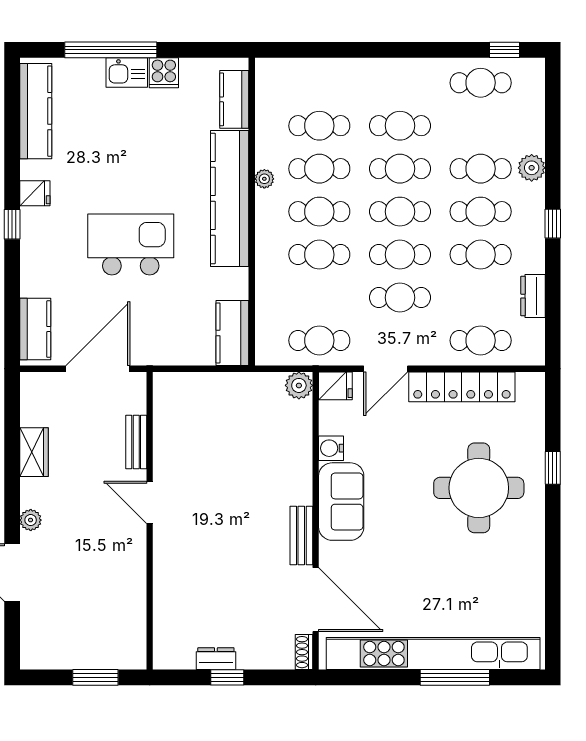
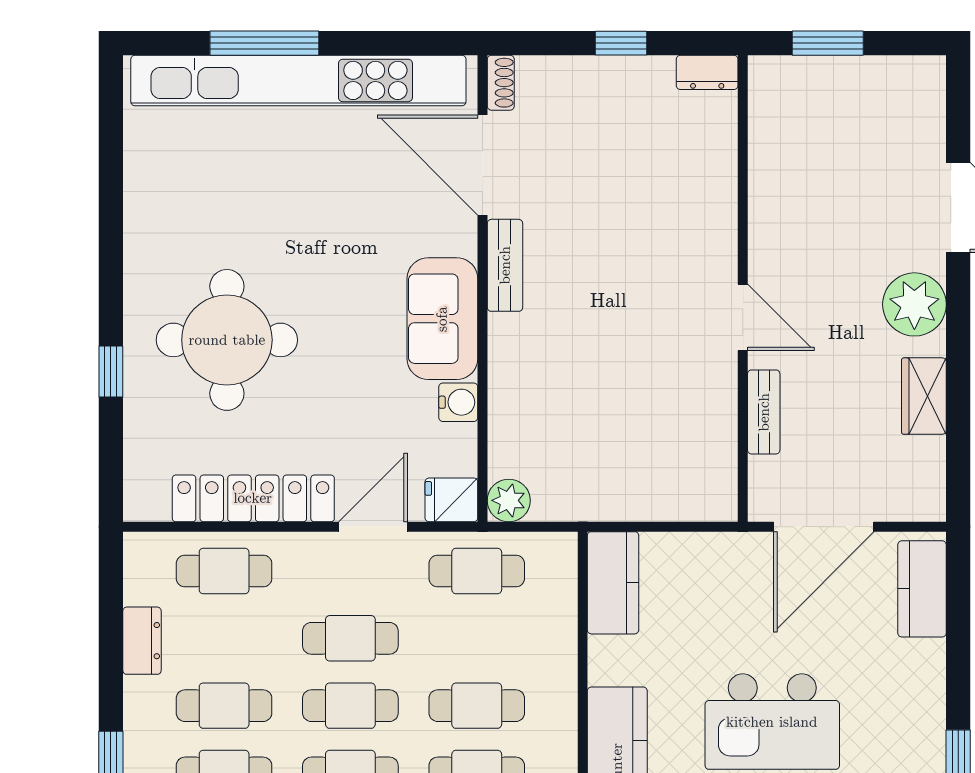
plant: (31, 520) -> (914, 304), width x1.88, depth x1.88
dresser: (216, 659) -> (707, 72), moved

